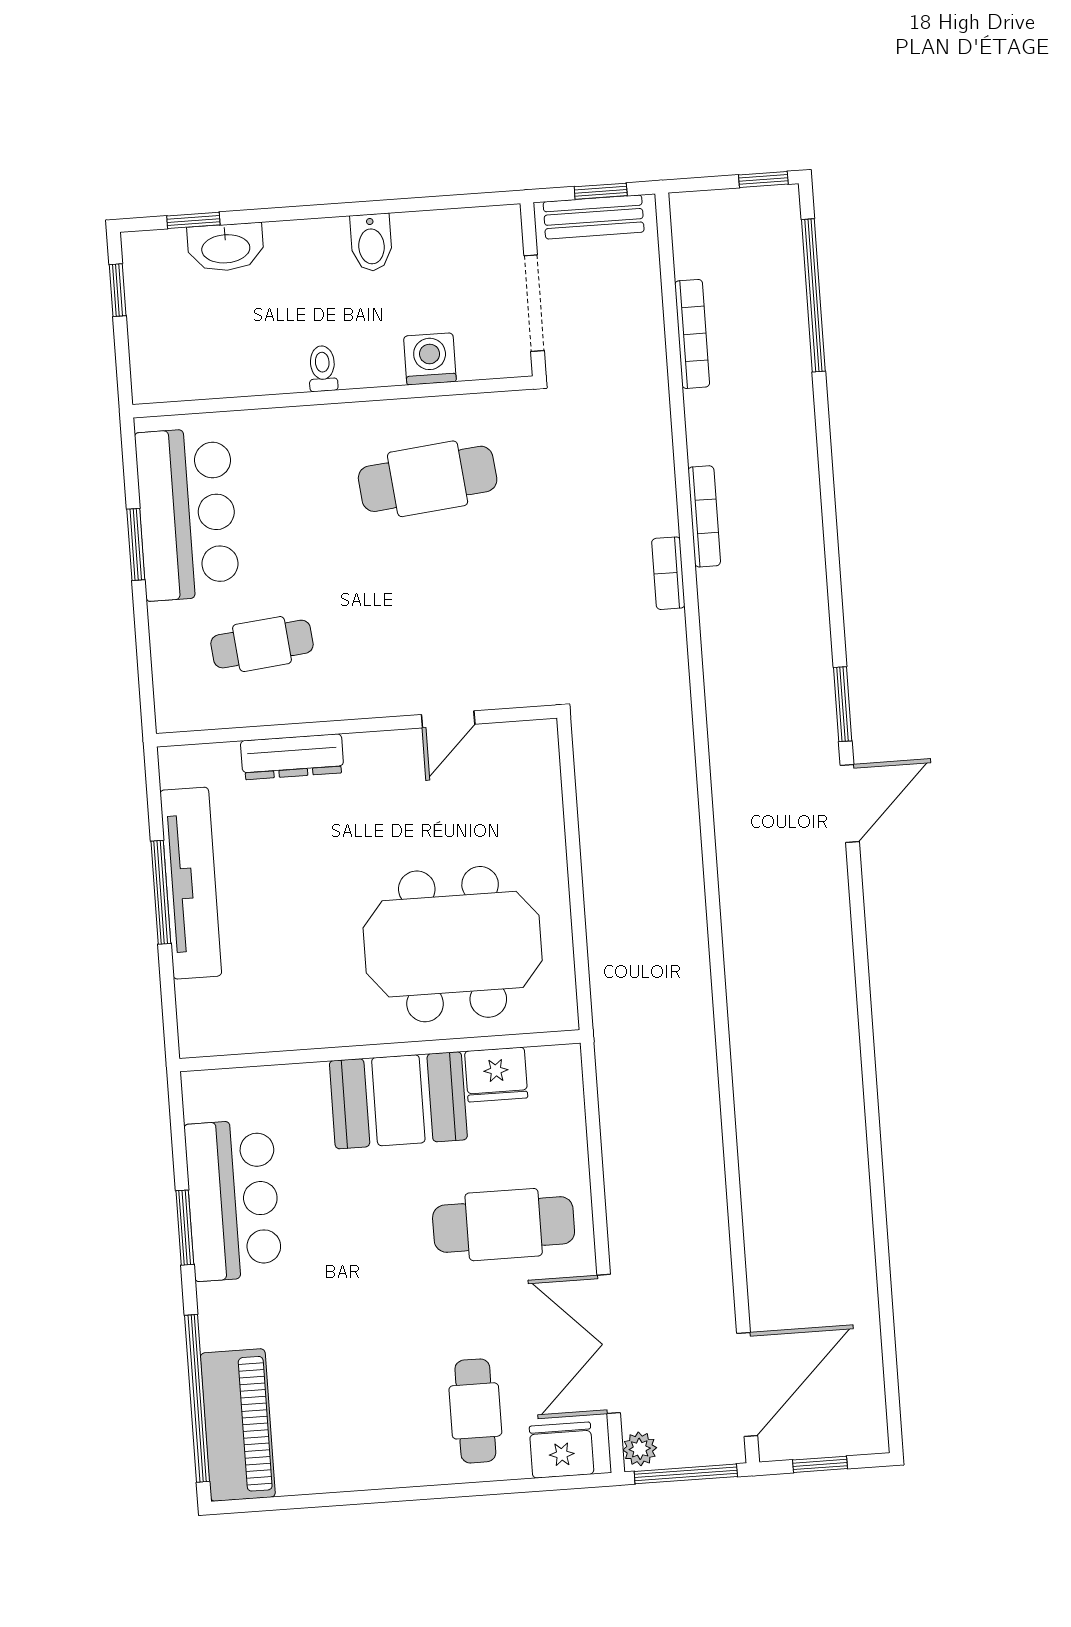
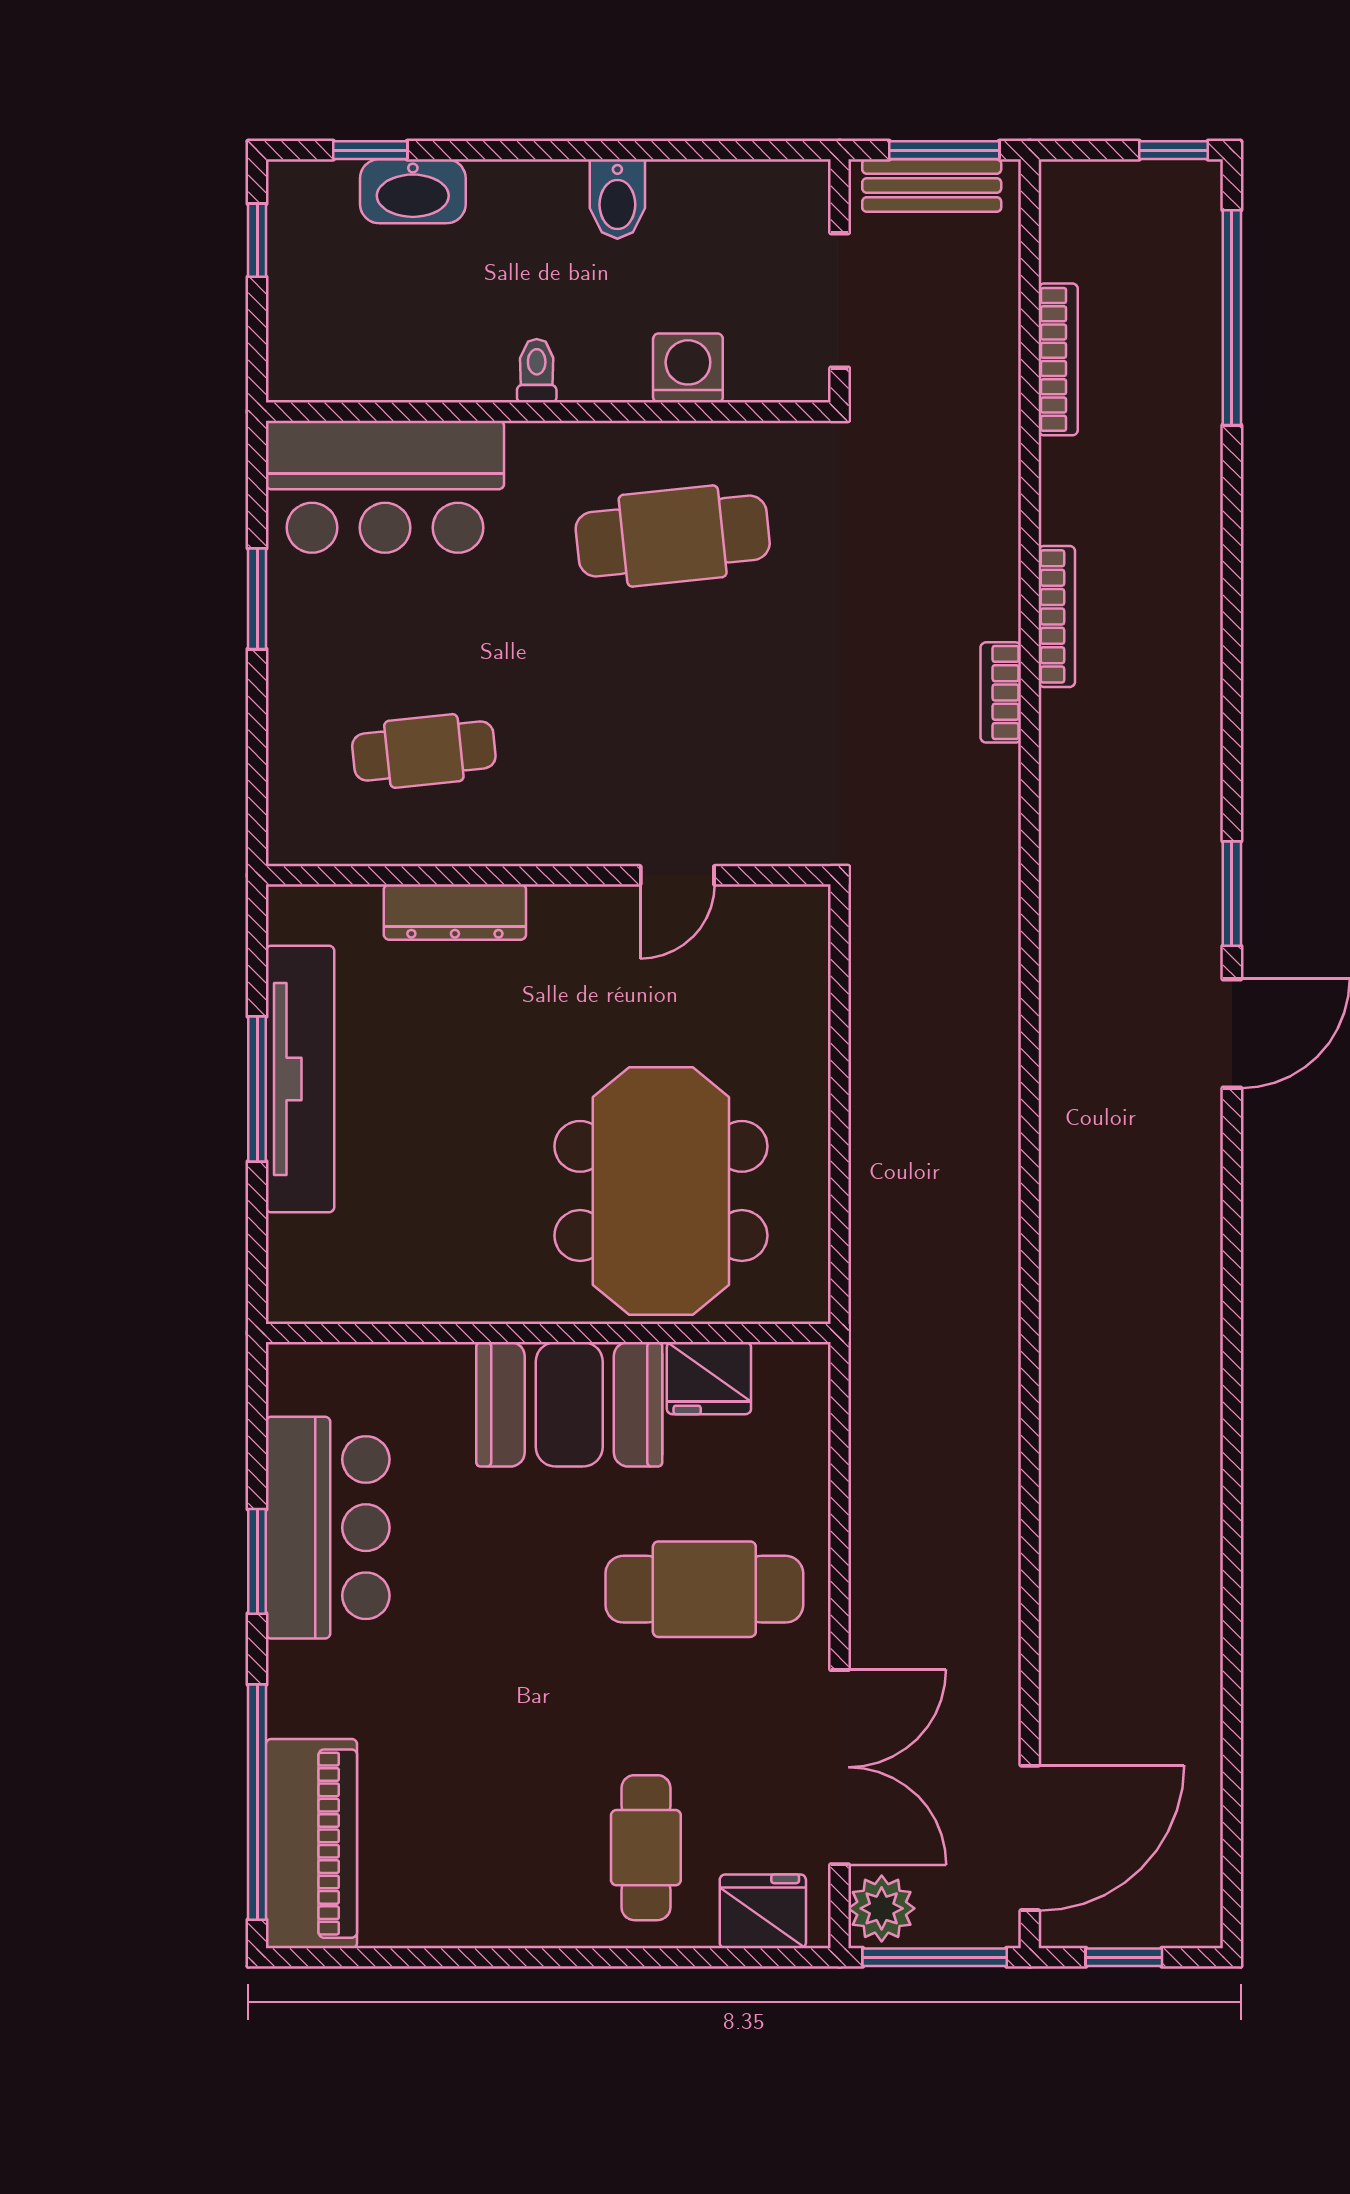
window: (601, 191) -> (944, 150), width x1.50
bar counter: (187, 514) -> (385, 487), moved, turned 90
meeting table: (453, 944) -> (661, 1191), turned 90
double door: (609, 1344) -> (840, 1767), swing flipped
plant: (640, 1449) -> (882, 1908), width x1.38, depth x1.38

